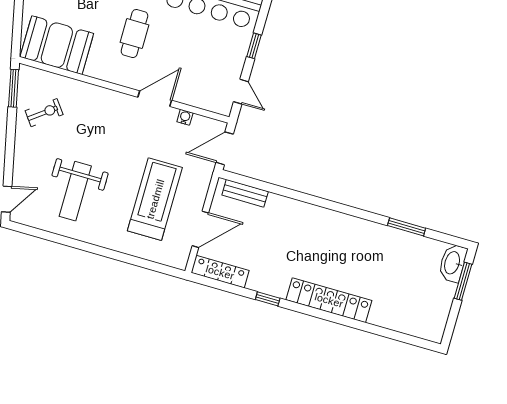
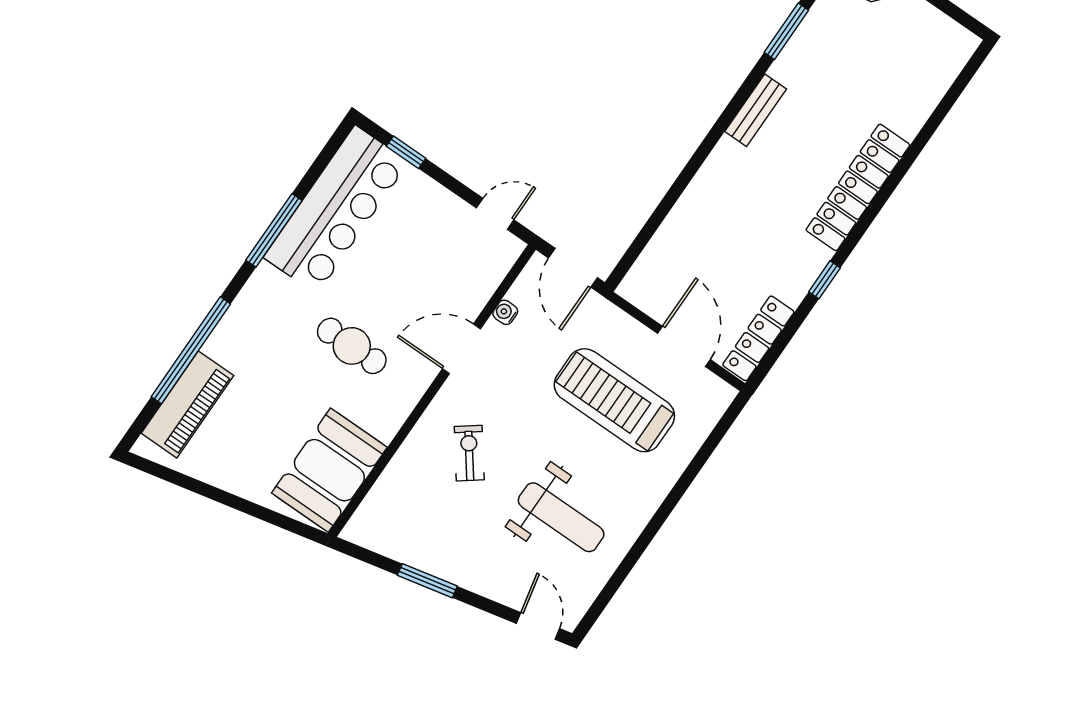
window: (254, 46) -> (406, 152), moved
window: (14, 88) -> (427, 581), moved
door: (155, 99) -> (461, 349), hinge flipped
exercise bike: (44, 113) -> (469, 453), moved
bench: (245, 193) -> (756, 110), moved

